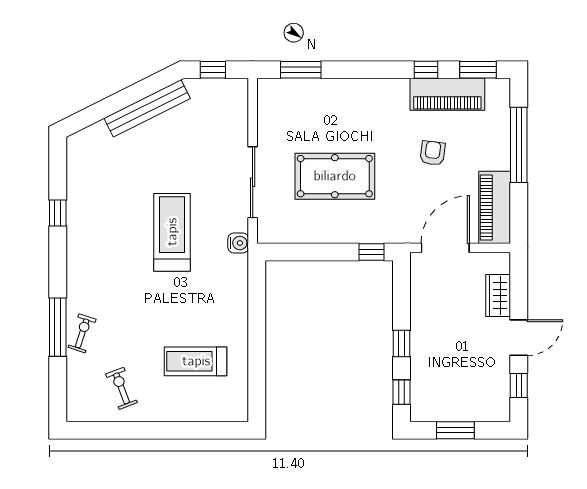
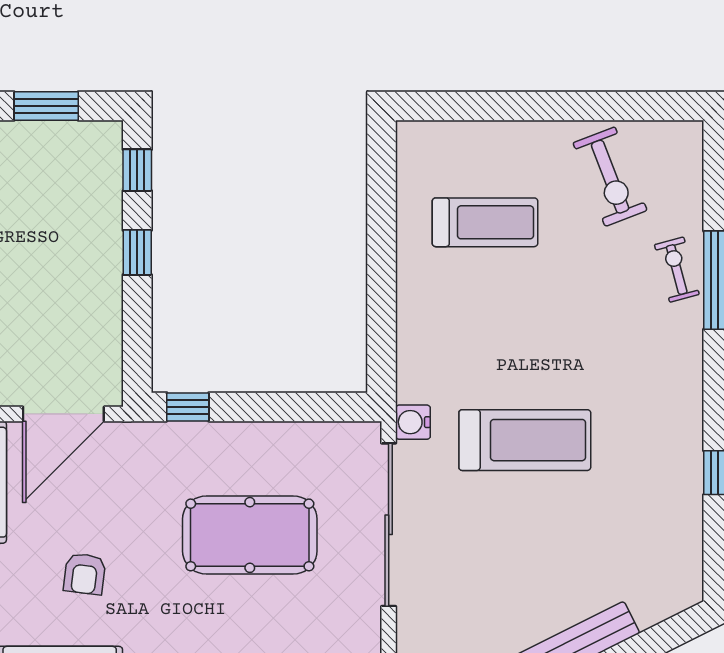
sliding door: (253, 182) -> (389, 525), width x1.36
treadmill: (172, 232) -> (525, 440), turned -90
exercise bike: (82, 333) -> (677, 270), turned 147
exercise bike: (122, 388) -> (610, 177), width x1.38, depth x1.39

